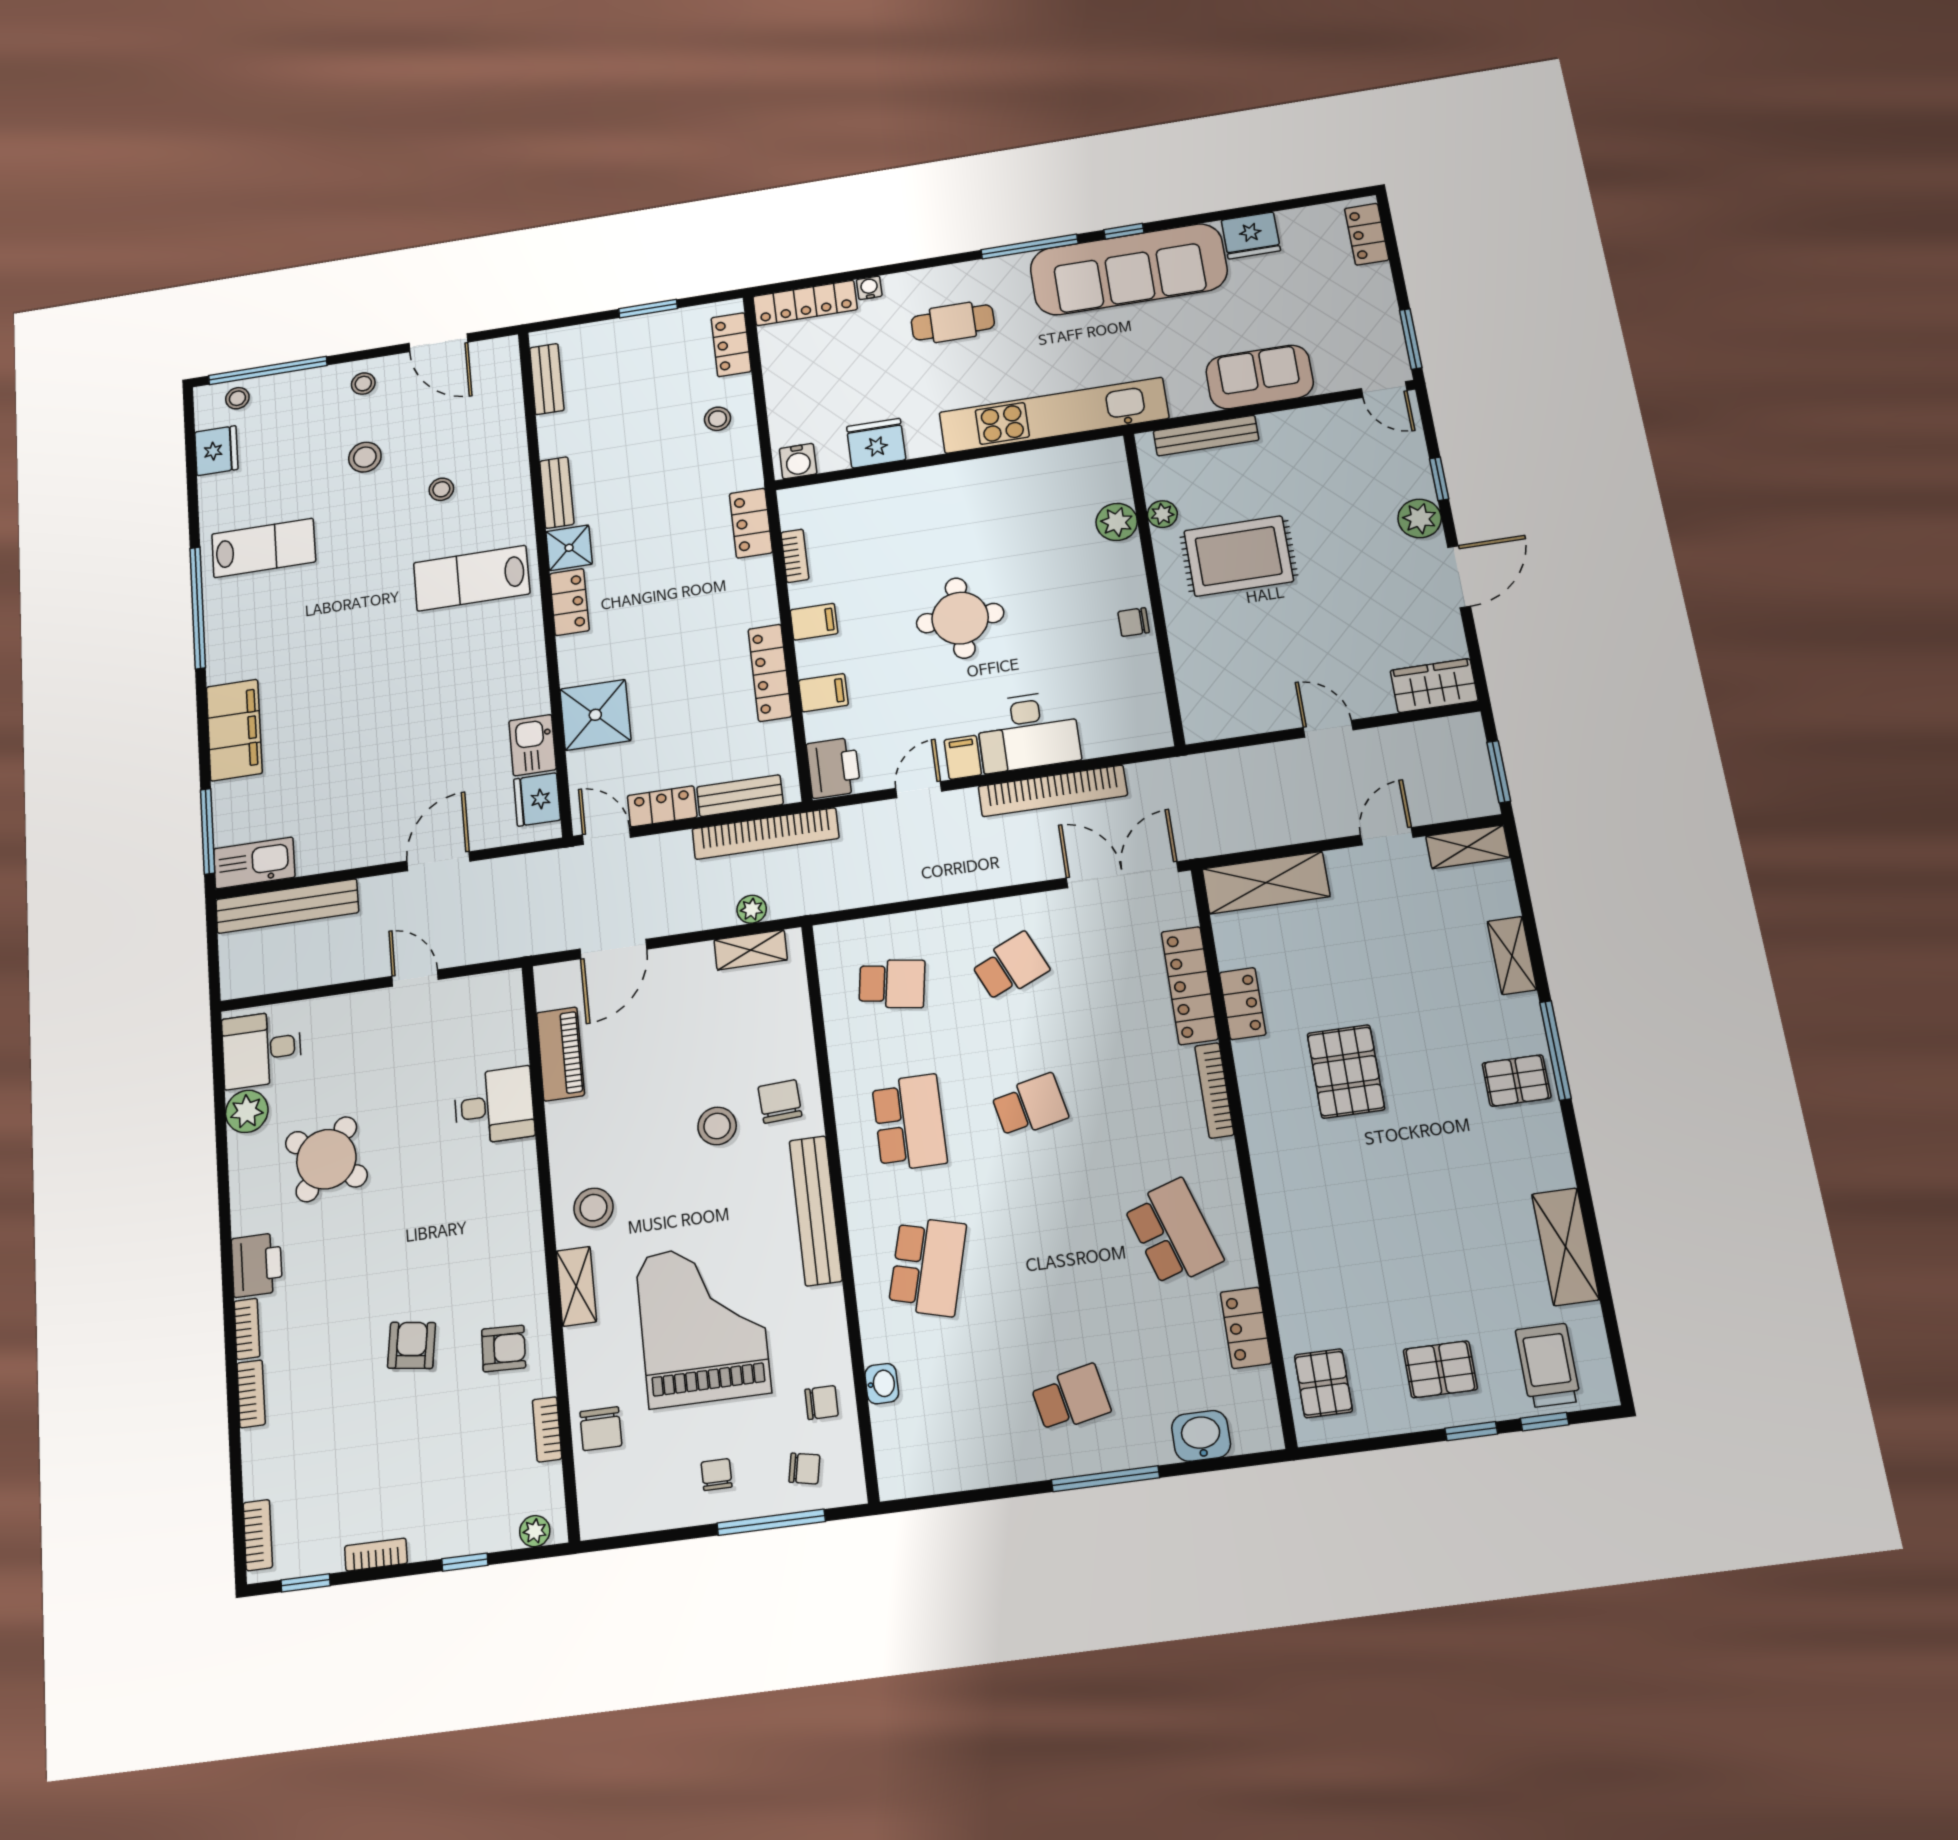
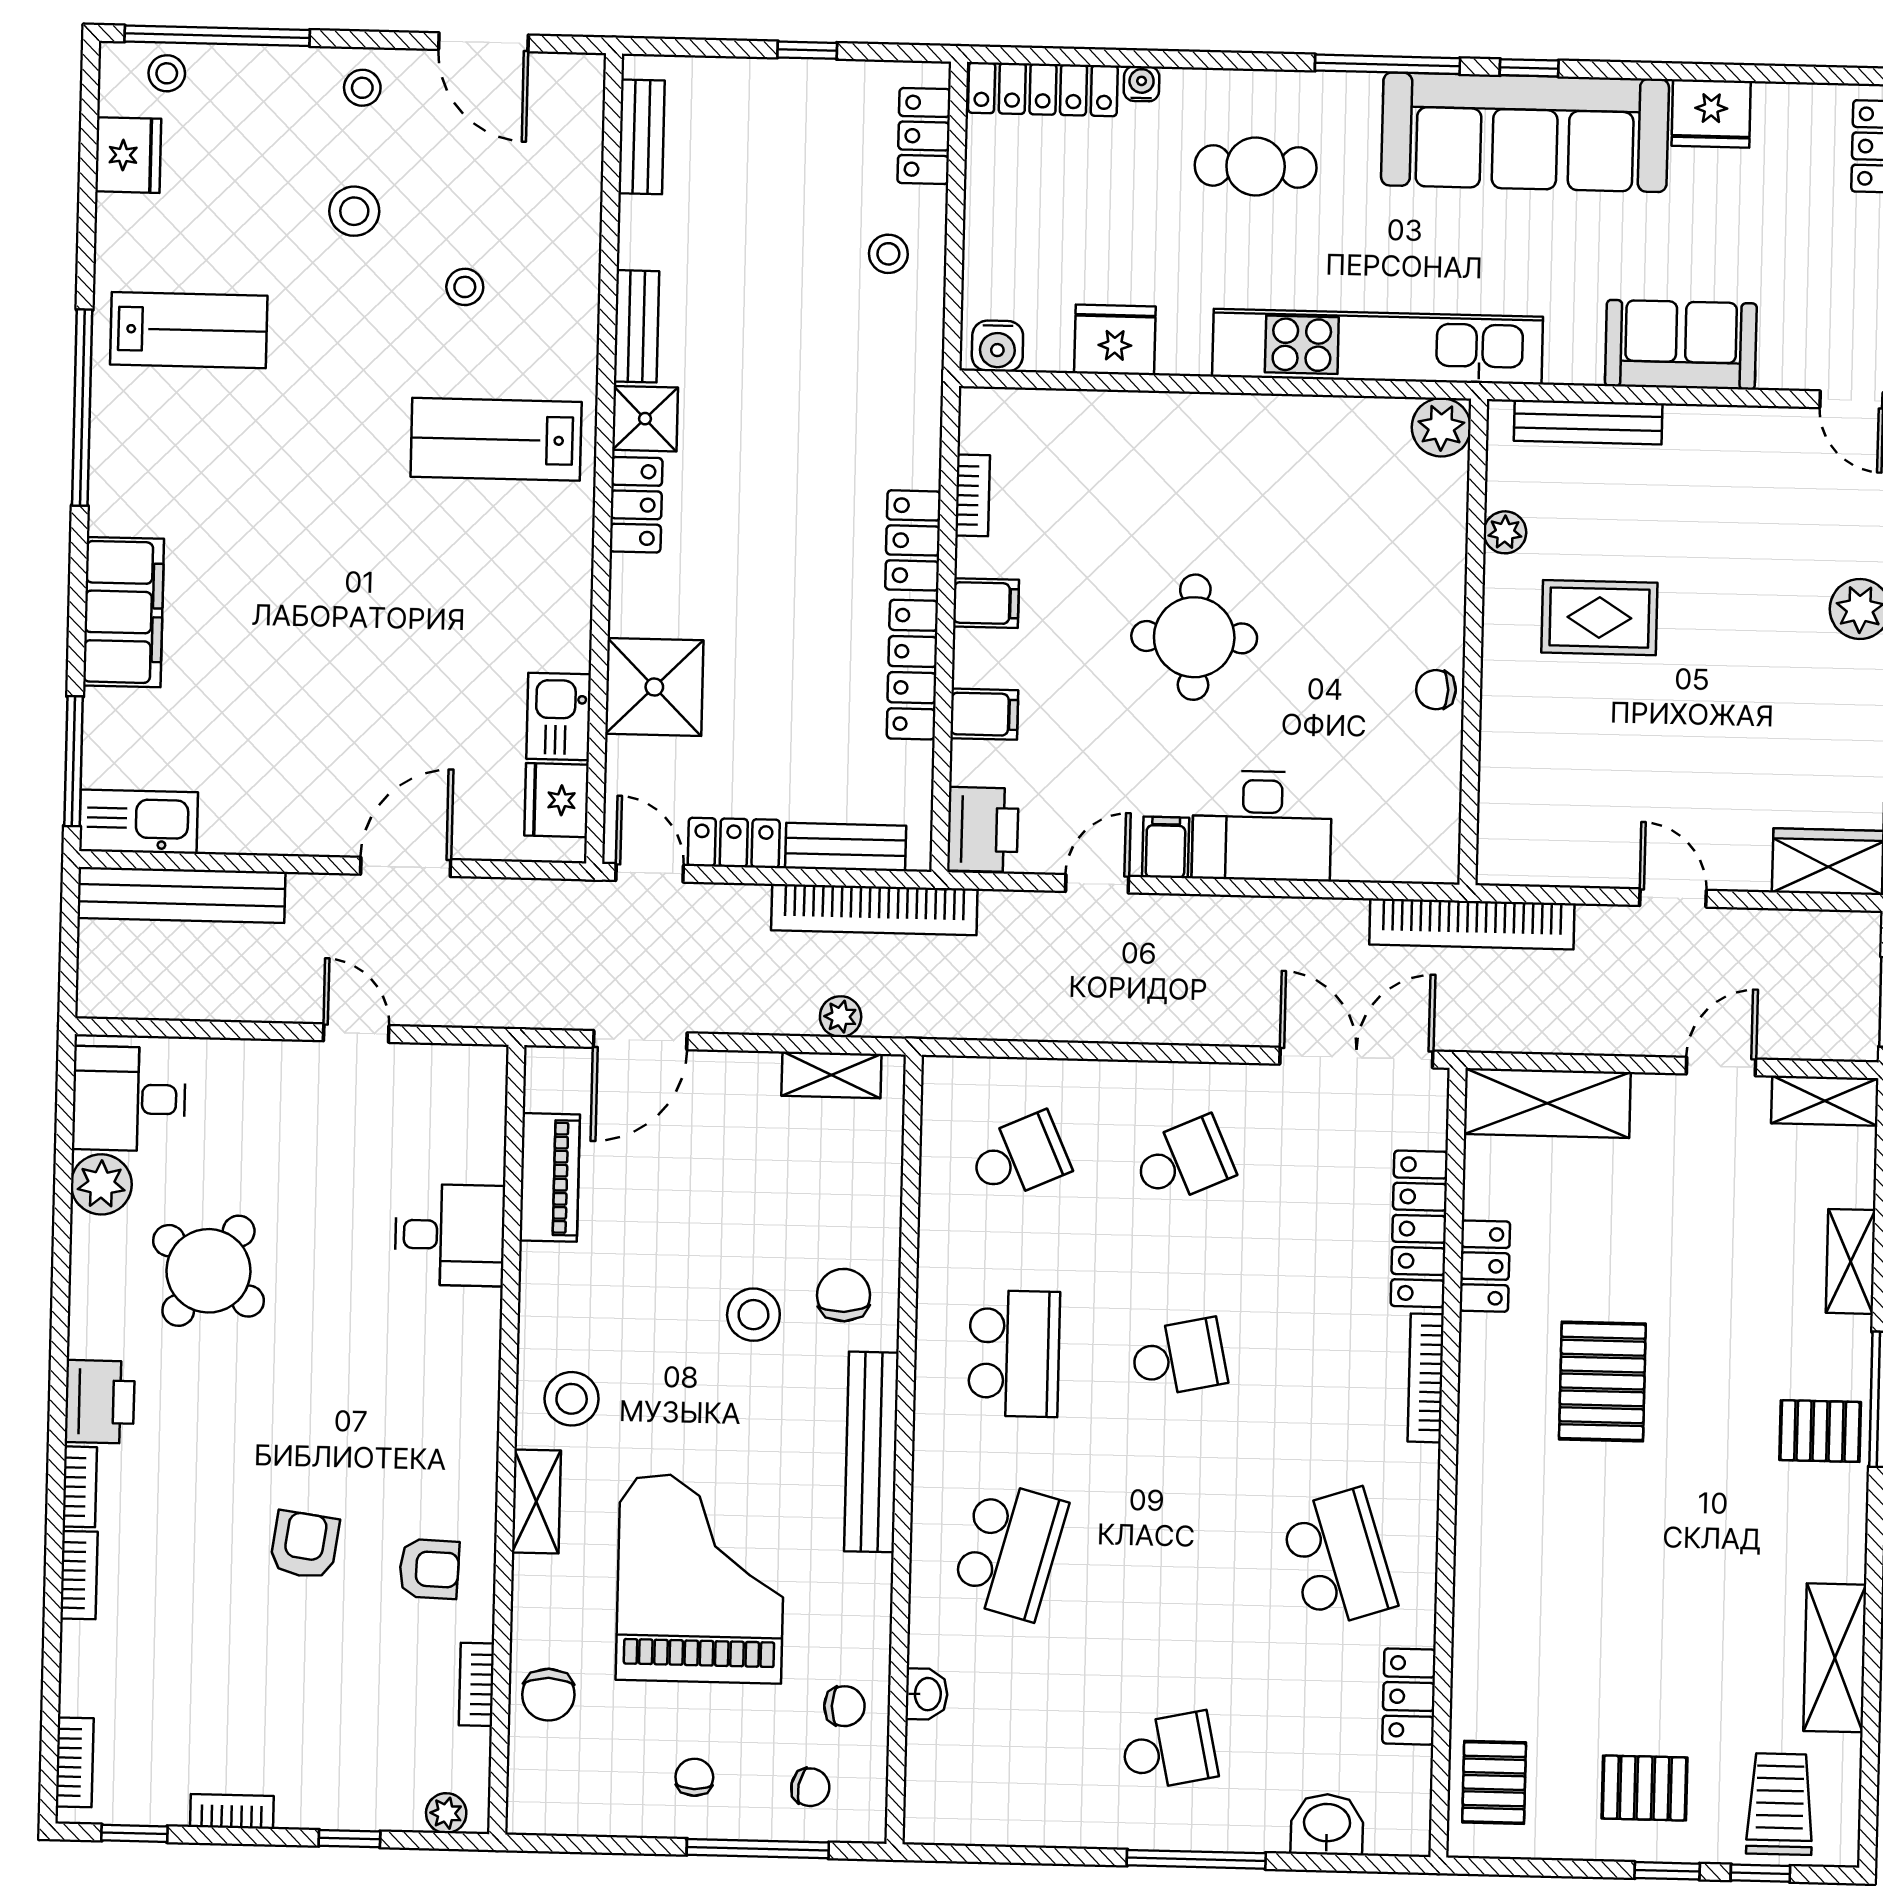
window: (648, 309) -> (807, 50), width x0.67
plant: (1117, 522) -> (1441, 427), moved
locker: (751, 523) -> (913, 540), moved
rug: (1239, 556) -> (1599, 618), width x0.73, depth x0.70
bookcase: (1053, 791) -> (1472, 924), moved
school desk: (892, 984) -> (1019, 1157), turned -33

